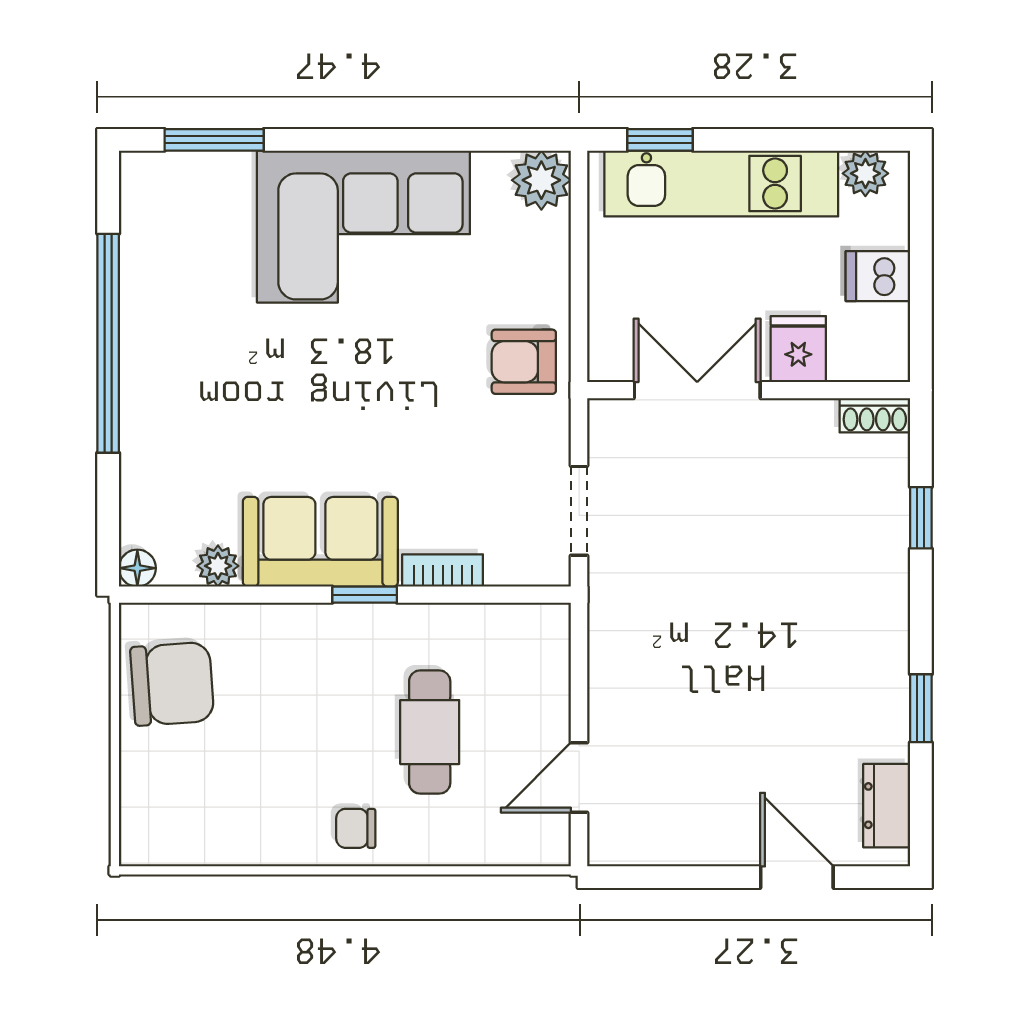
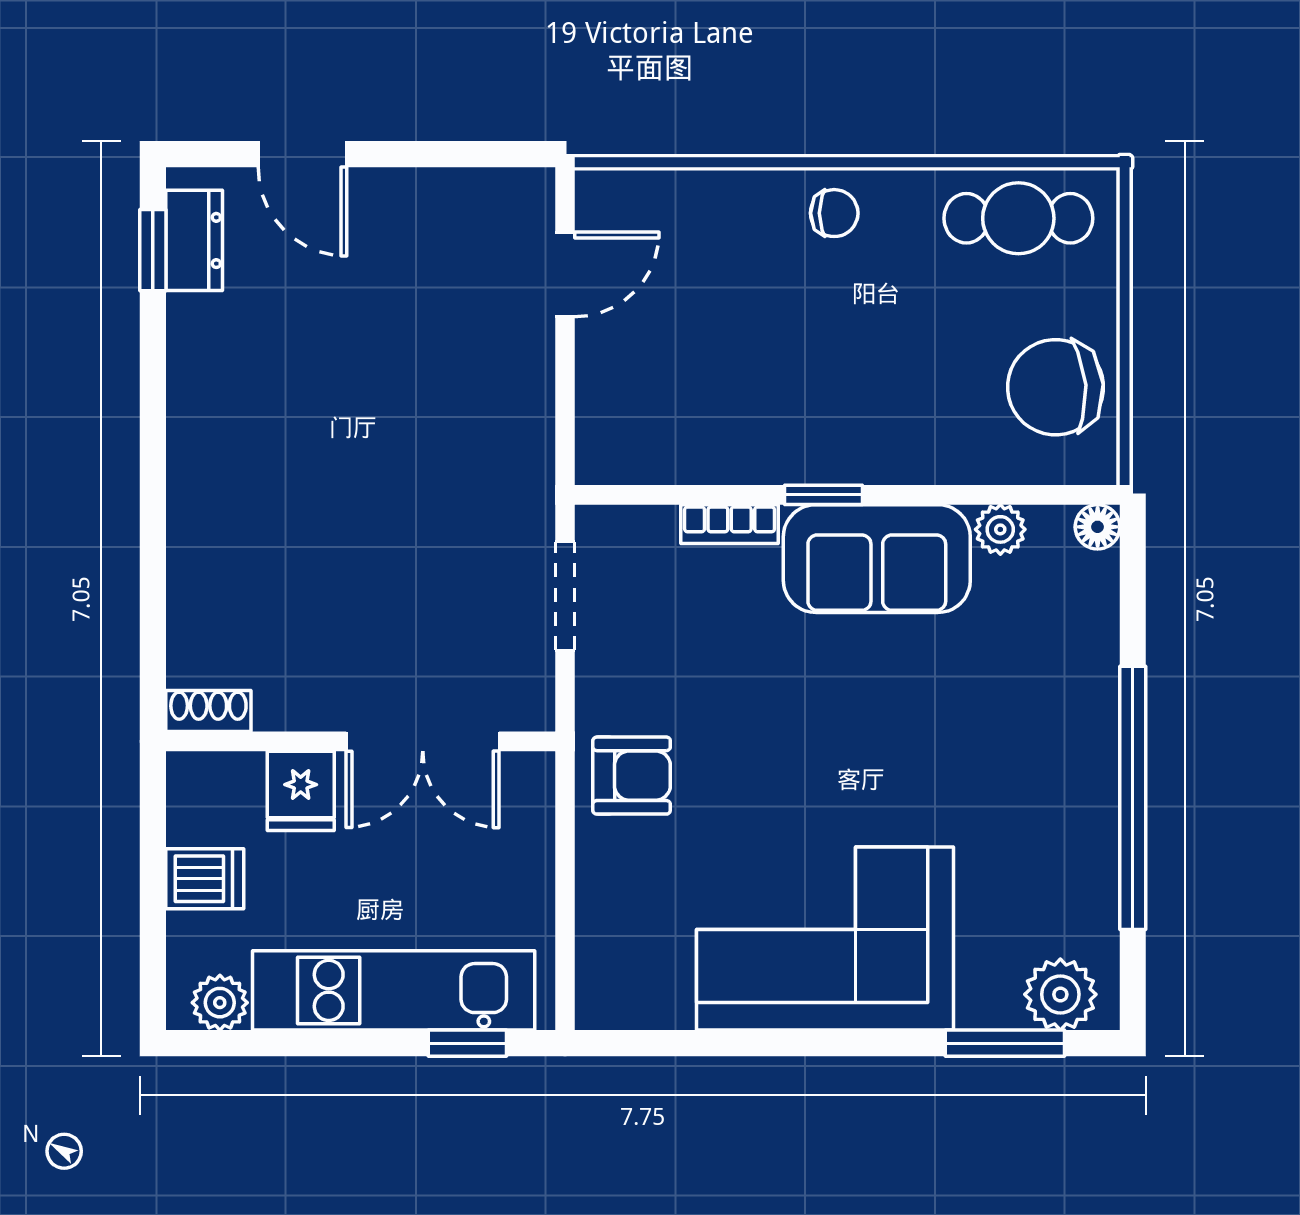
plant: (541, 180) -> (1060, 994), moved
window: (921, 518) -> (153, 587), removed
window: (921, 708) -> (153, 250), moved
cafe table: (430, 732) -> (1018, 218), moved, turned 90

